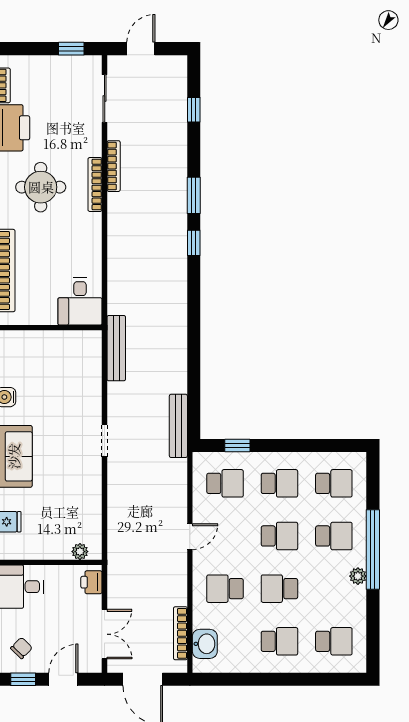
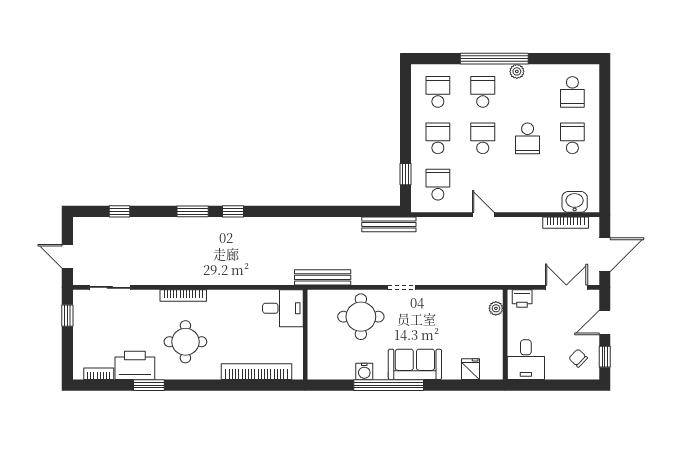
bookcase: (114, 166) -> (168, 280), removed
round table: (70, 393) -> (361, 317), added
school desk: (225, 589) -> (528, 185), removed
school desk: (334, 641) -> (572, 92), turned 180
door: (63, 679) -> (605, 322), hinge flipped

